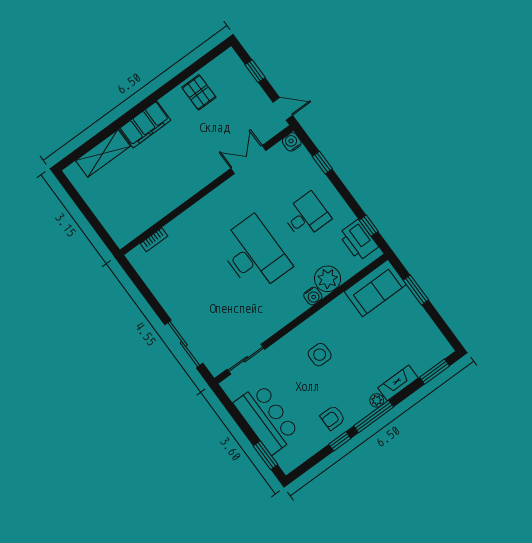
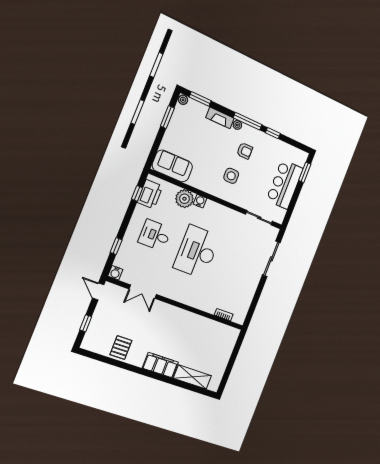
window: (416, 290) -> (167, 117), moved
plant: (445, 350) -> (183, 100), added
armchair: (333, 418) -> (245, 151), moved

